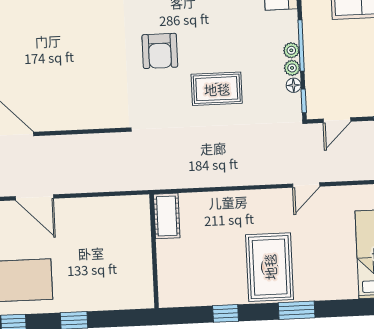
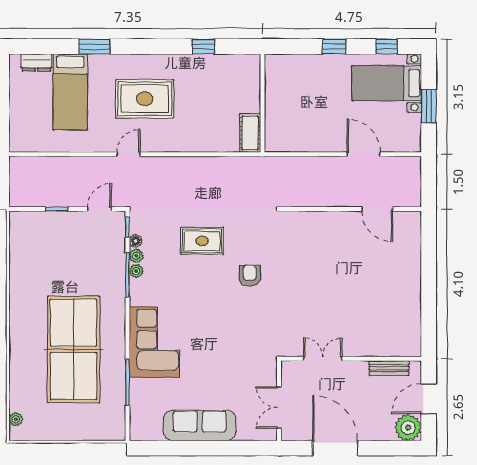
armchair: (160, 51) -> (250, 276), width x0.72, depth x0.72
rug: (270, 267) -> (145, 99), moved, turned 90
window: (297, 310) -> (94, 47), moved

